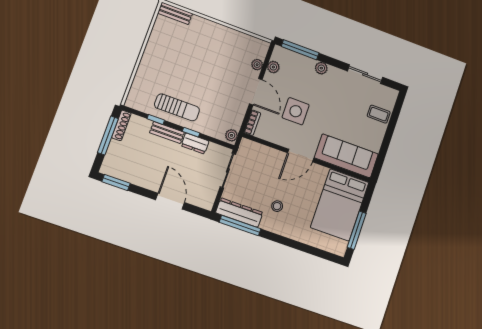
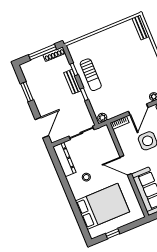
dresser: (195, 143) -> (80, 102), removed
window: (116, 182) -> (27, 92), moved
door: (170, 201) -> (42, 128), moved
bed: (340, 205) -> (102, 206), moved, turned 180
window: (240, 226) -> (58, 166), removed
window: (357, 230) -> (113, 234), width x0.46

